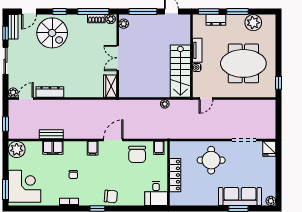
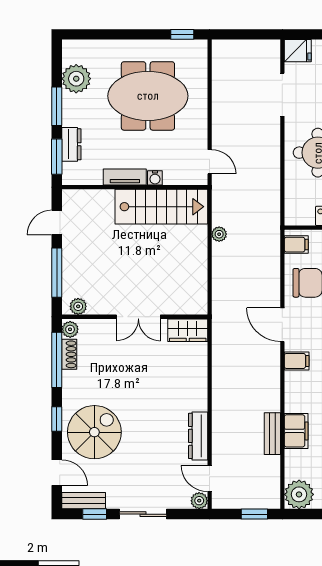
meeting table: (243, 63) -> (148, 96), turned 90

